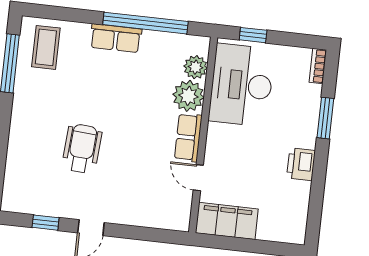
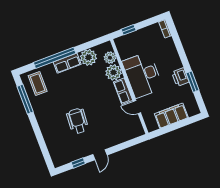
window: (145, 23) -> (55, 58), moved
plant: (158, 47) -> (88, 57), added
desk: (242, 85) -> (143, 75), moved
window: (325, 118) -> (192, 82), moved
filing cabinet: (227, 221) -> (171, 116), moved

